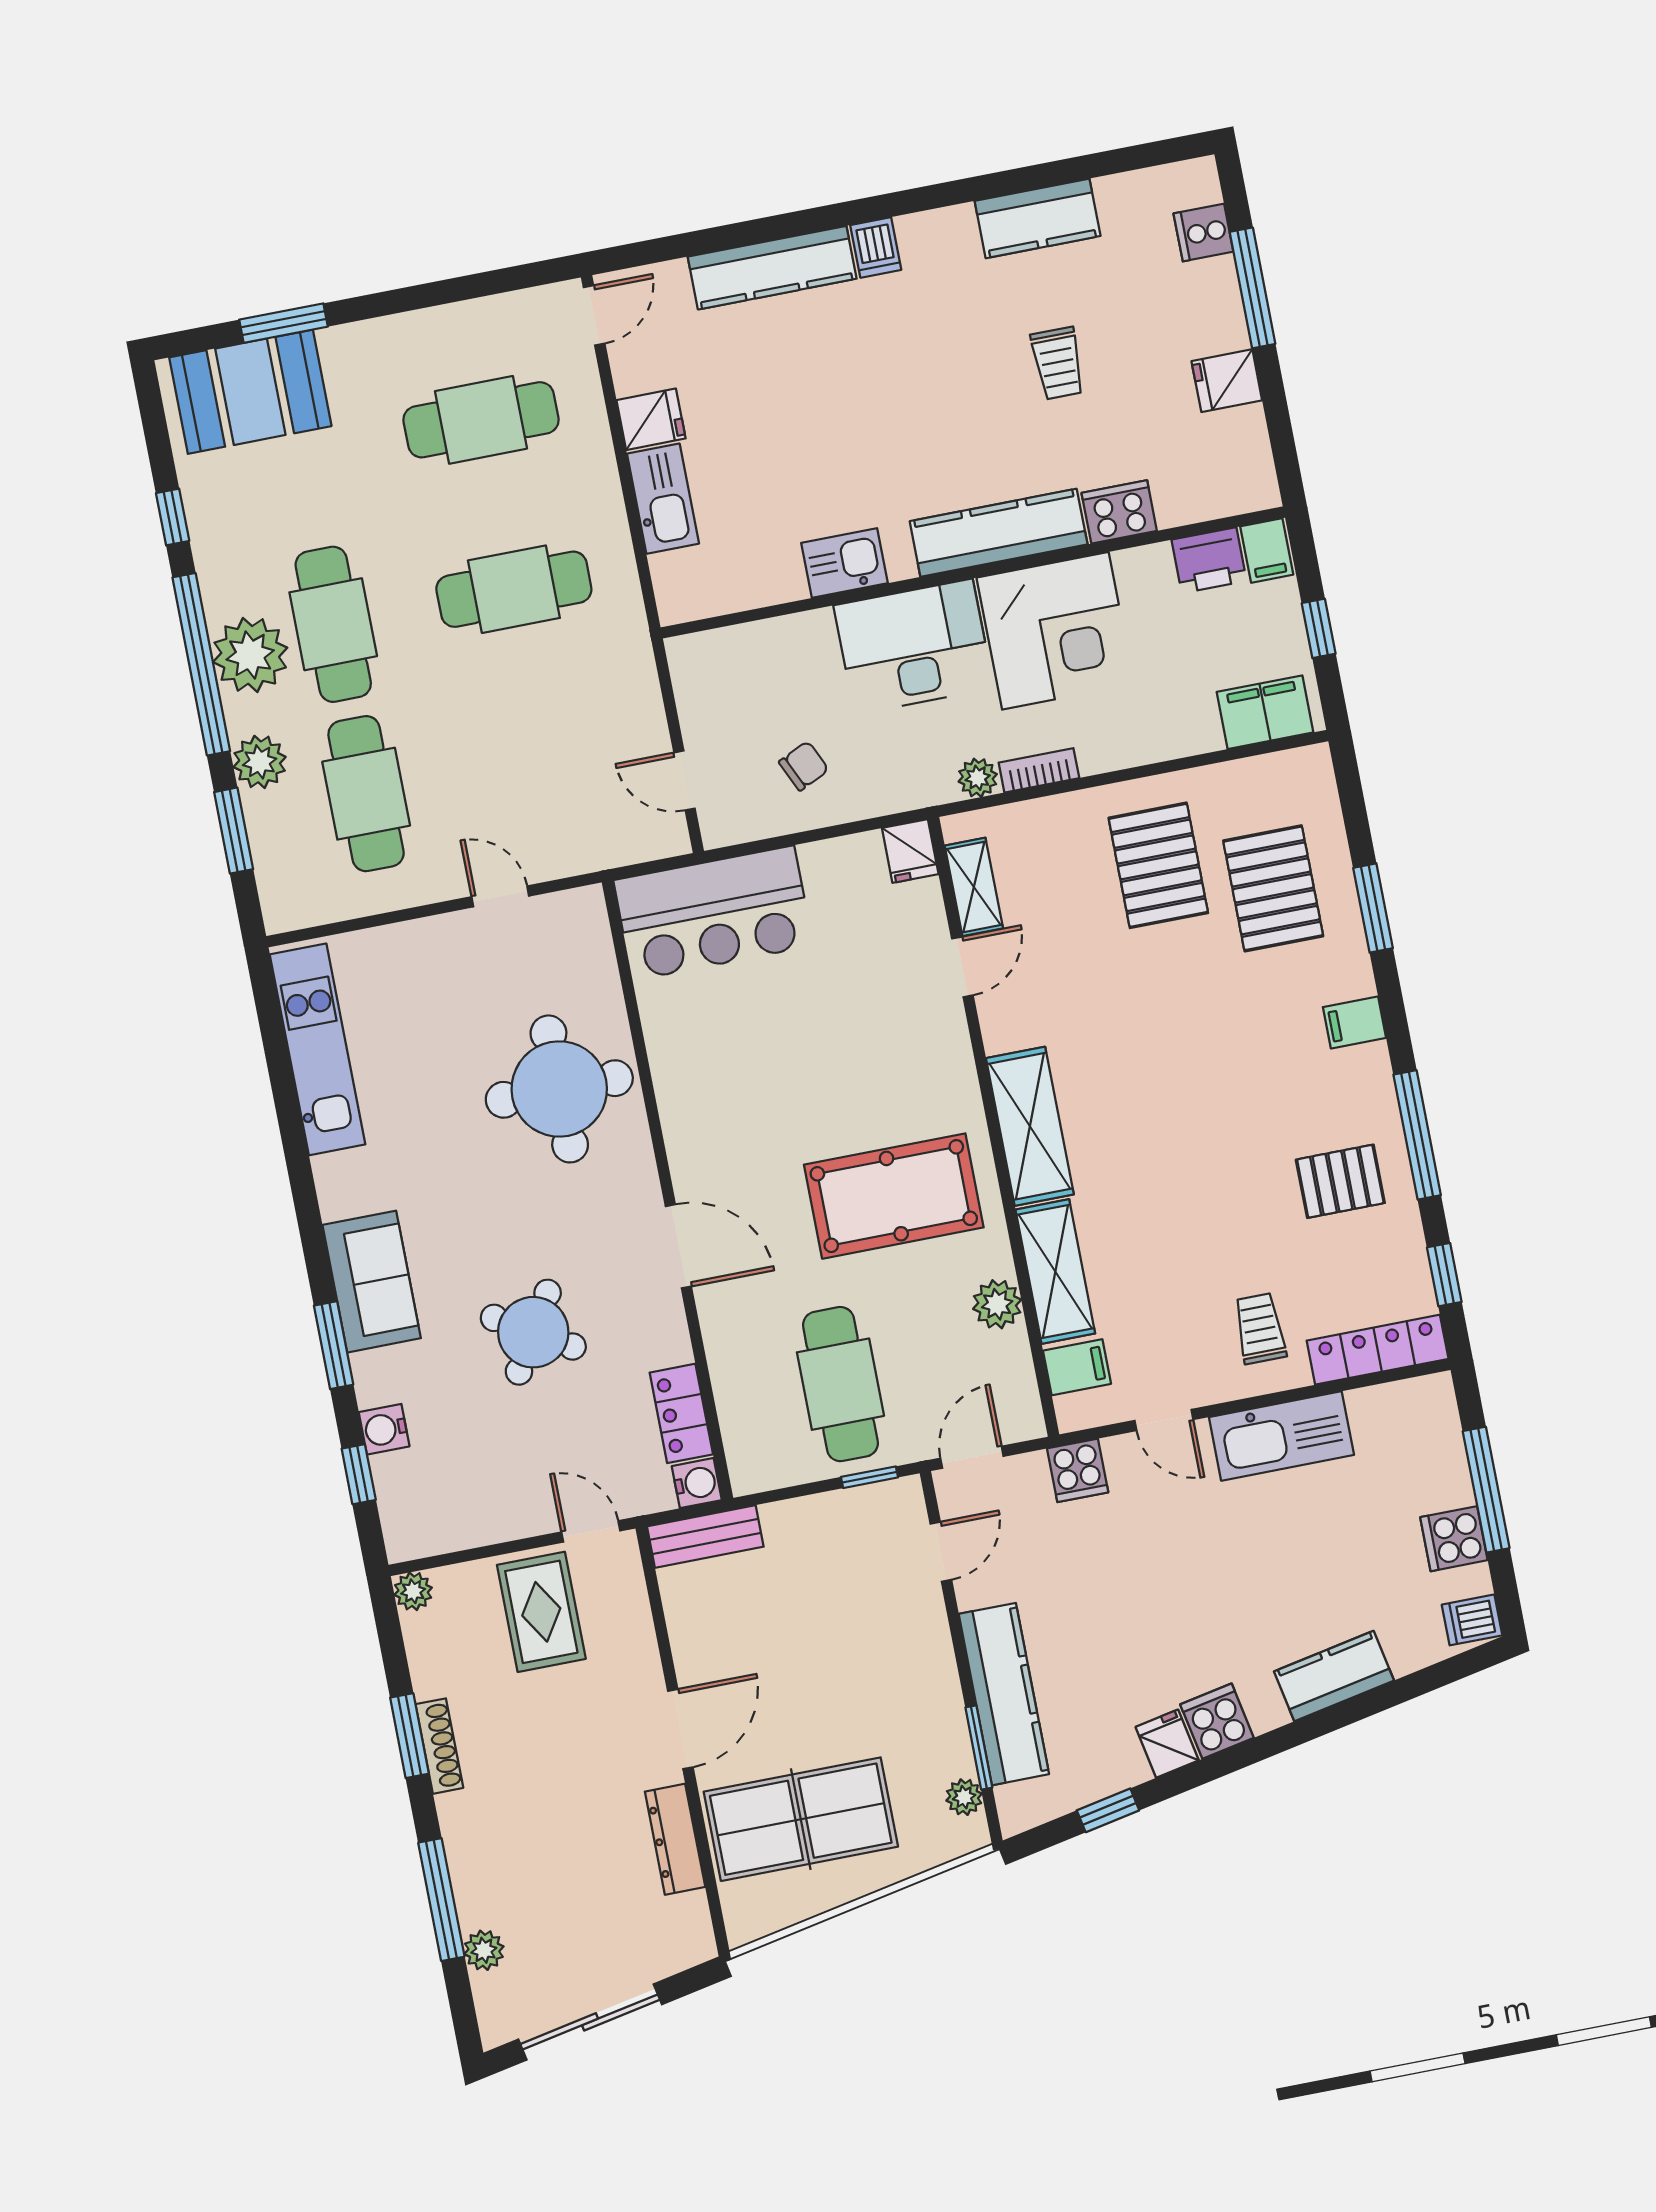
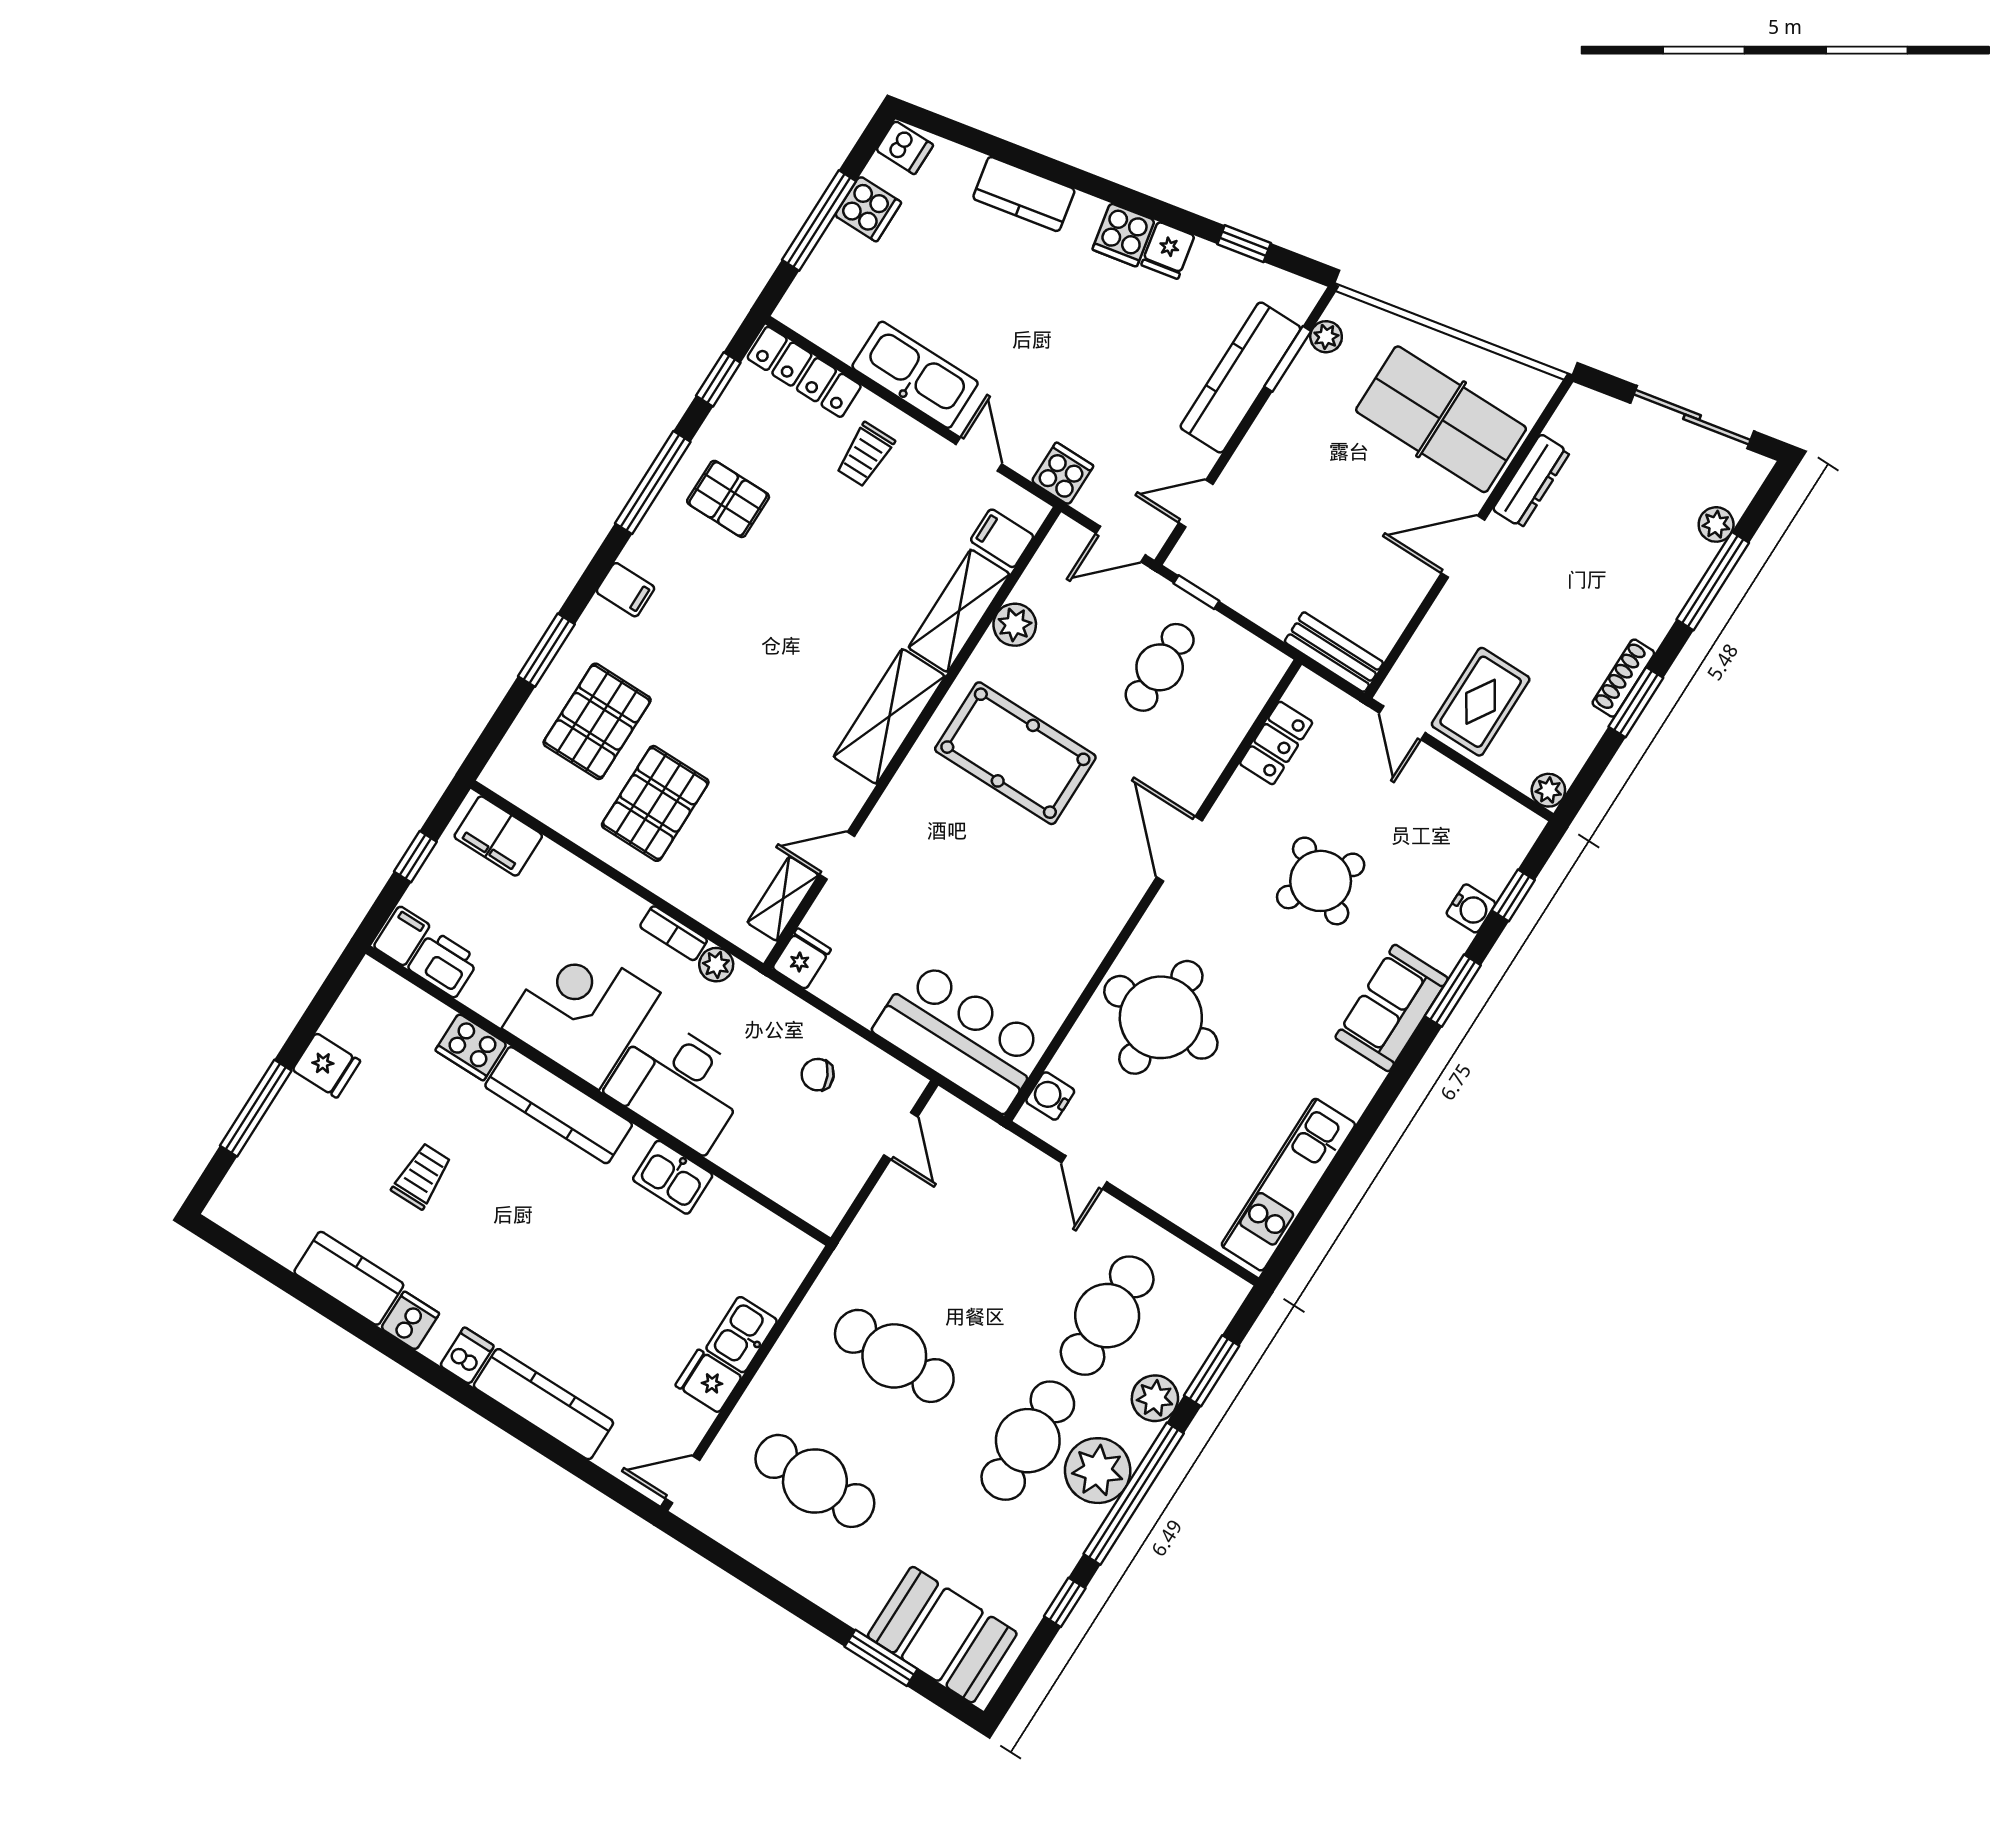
cooker: (1203, 233) -> (410, 1321), moved, turned -90
kitchen sink: (663, 499) -> (742, 1335), width x0.73
cafe table: (840, 1384) -> (1160, 667), width x0.73, depth x0.74
water cooler: (697, 1483) -> (1050, 1096), moved

